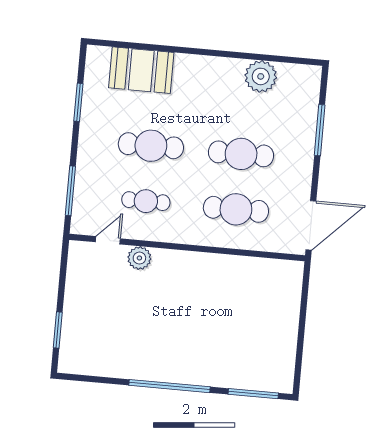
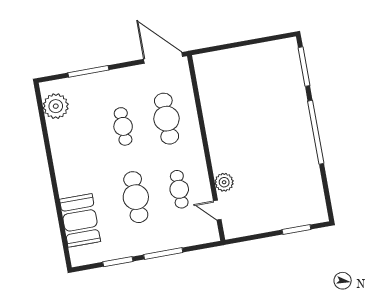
plant: (261, 76) -> (56, 106), moved
cafe table: (241, 154) -> (123, 126), width x0.73, depth x0.74
window: (70, 191) -> (163, 254), moved

